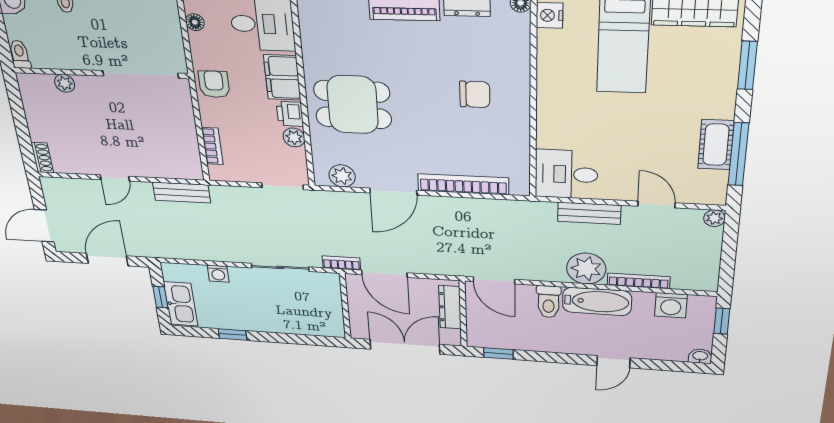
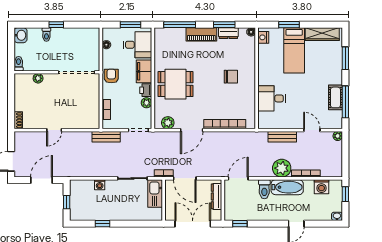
desk: (566, 174) -> (272, 98), moved
bench: (181, 193) -> (106, 137), moved
door: (494, 280) -> (238, 178), swing flipped
kitchen sink: (181, 304) -> (155, 194), moved, turned 180

